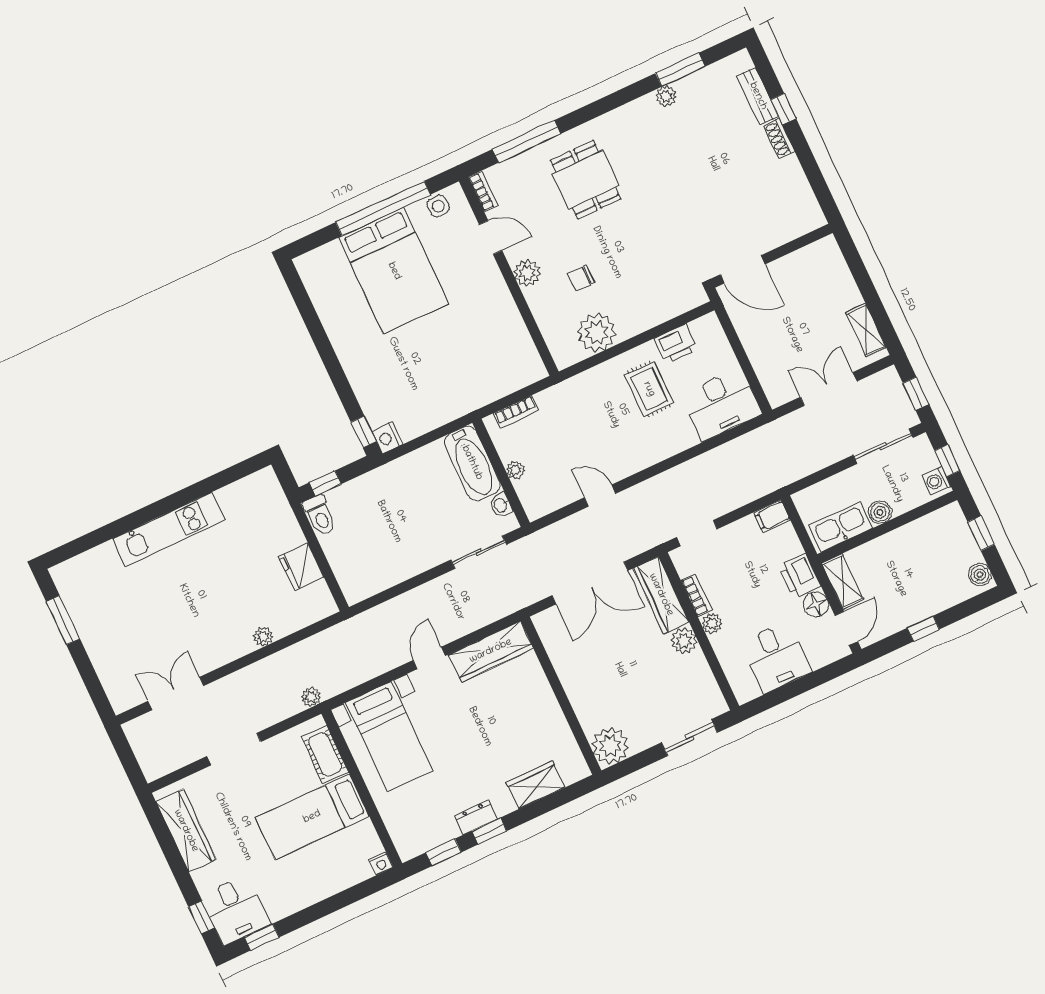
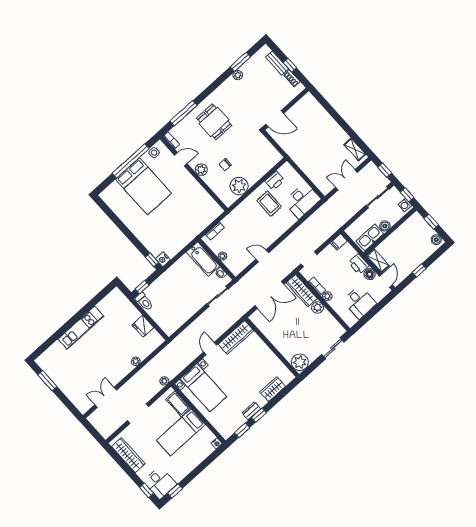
wall: (772, 256) -> (286, 109), moved
door: (743, 269) -> (275, 119), moved

